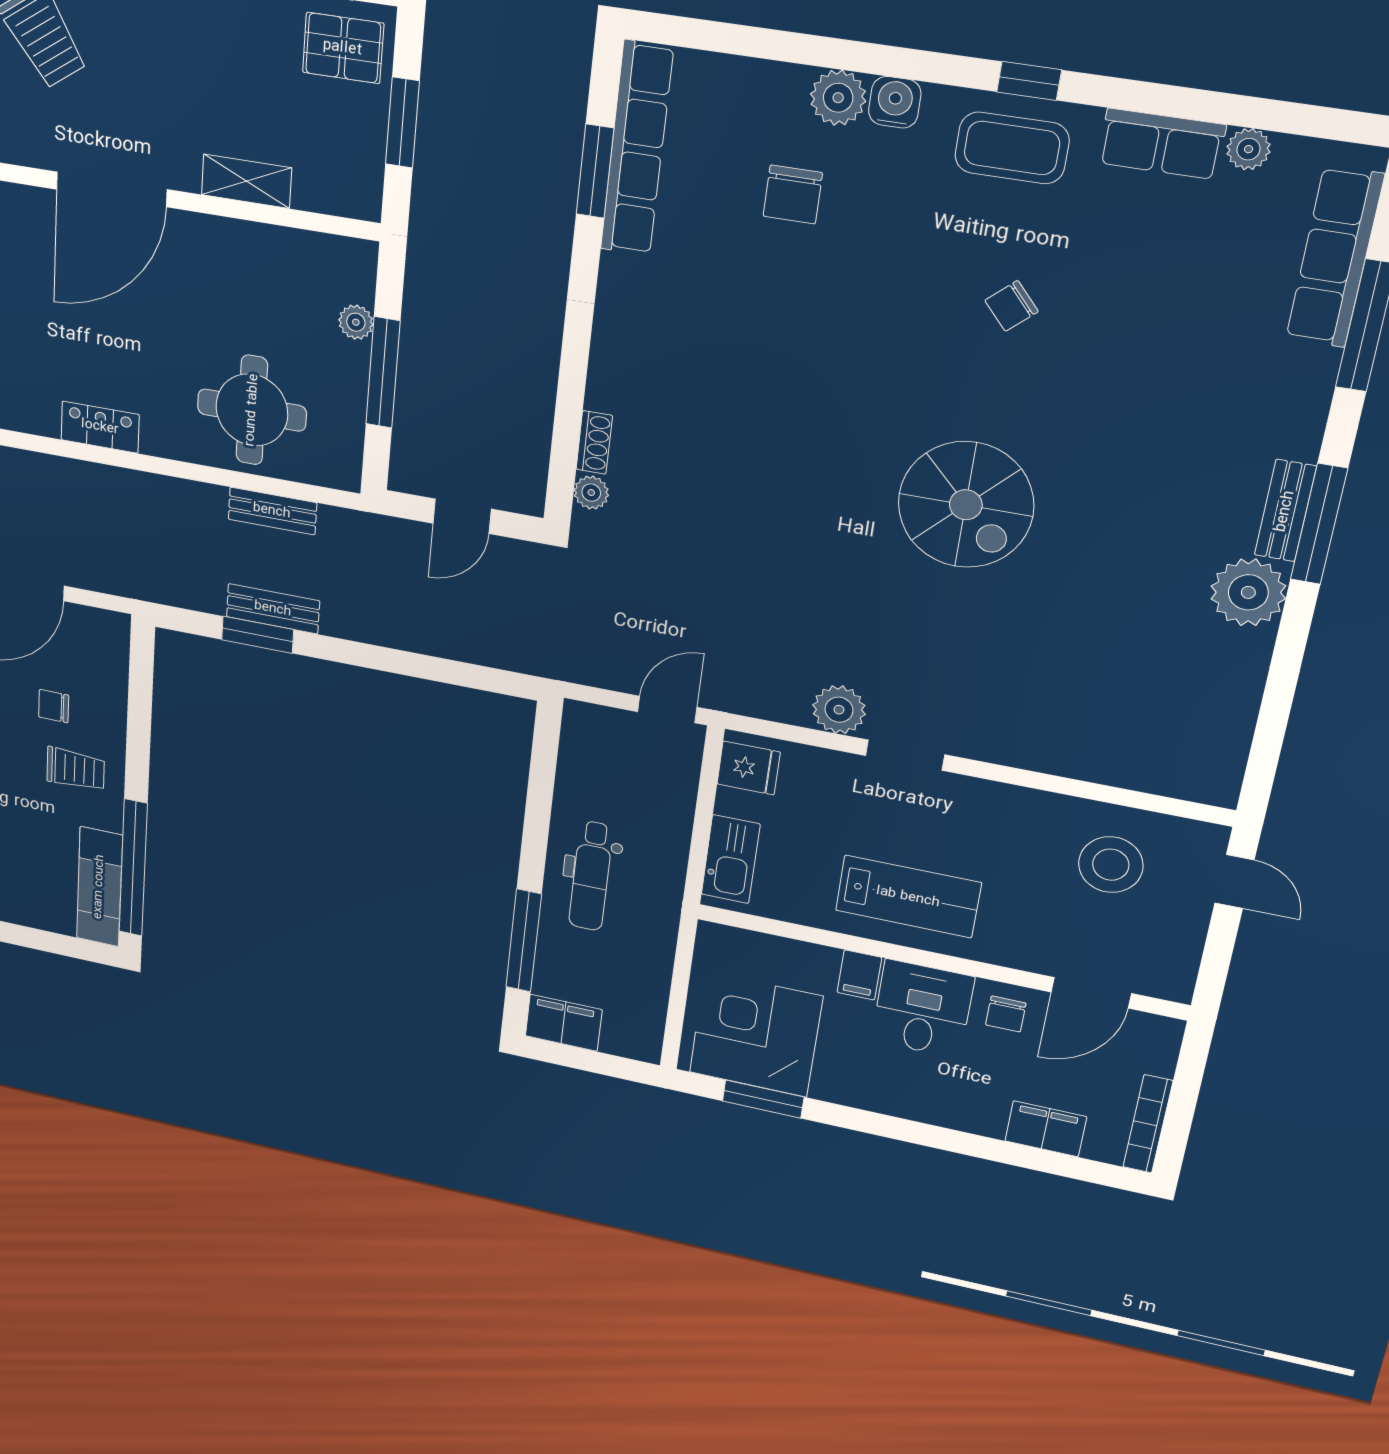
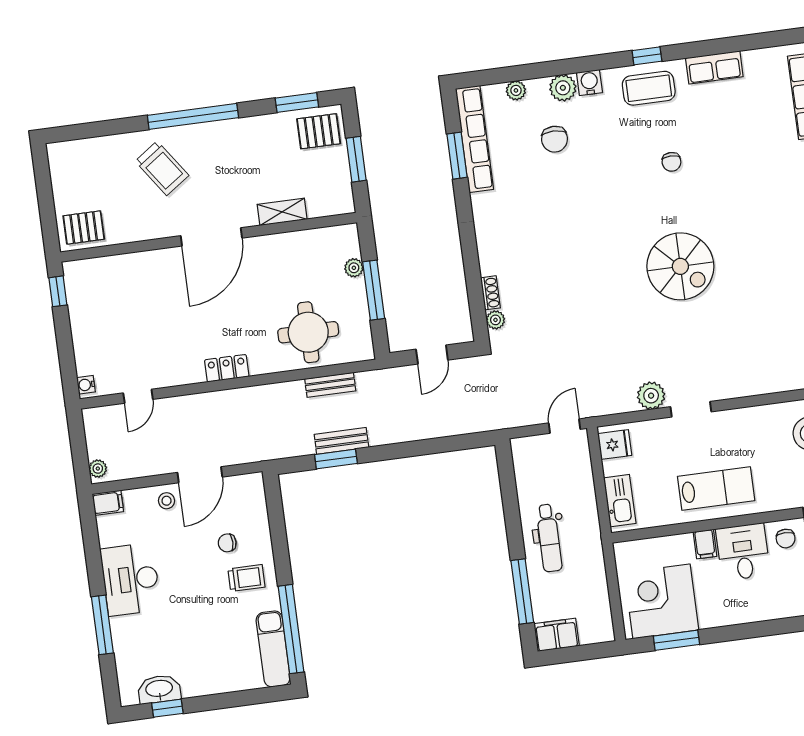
plant: (1249, 149) -> (516, 90), moved
chair: (1012, 306) -> (671, 162), turned -48

